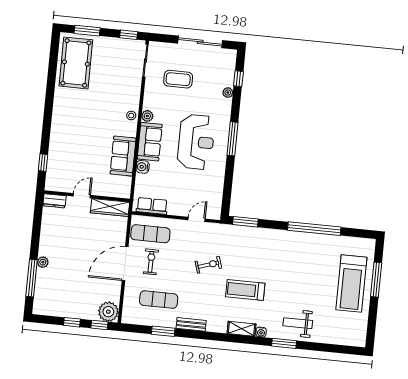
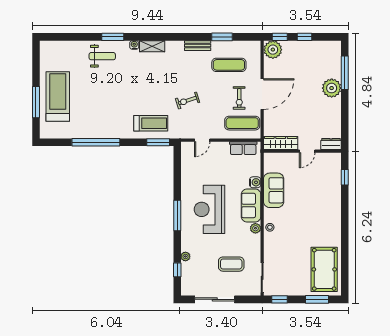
plant: (43, 262) -> (332, 88), width x1.88, depth x1.88
treadmill: (245, 290) -> (151, 123), moved

